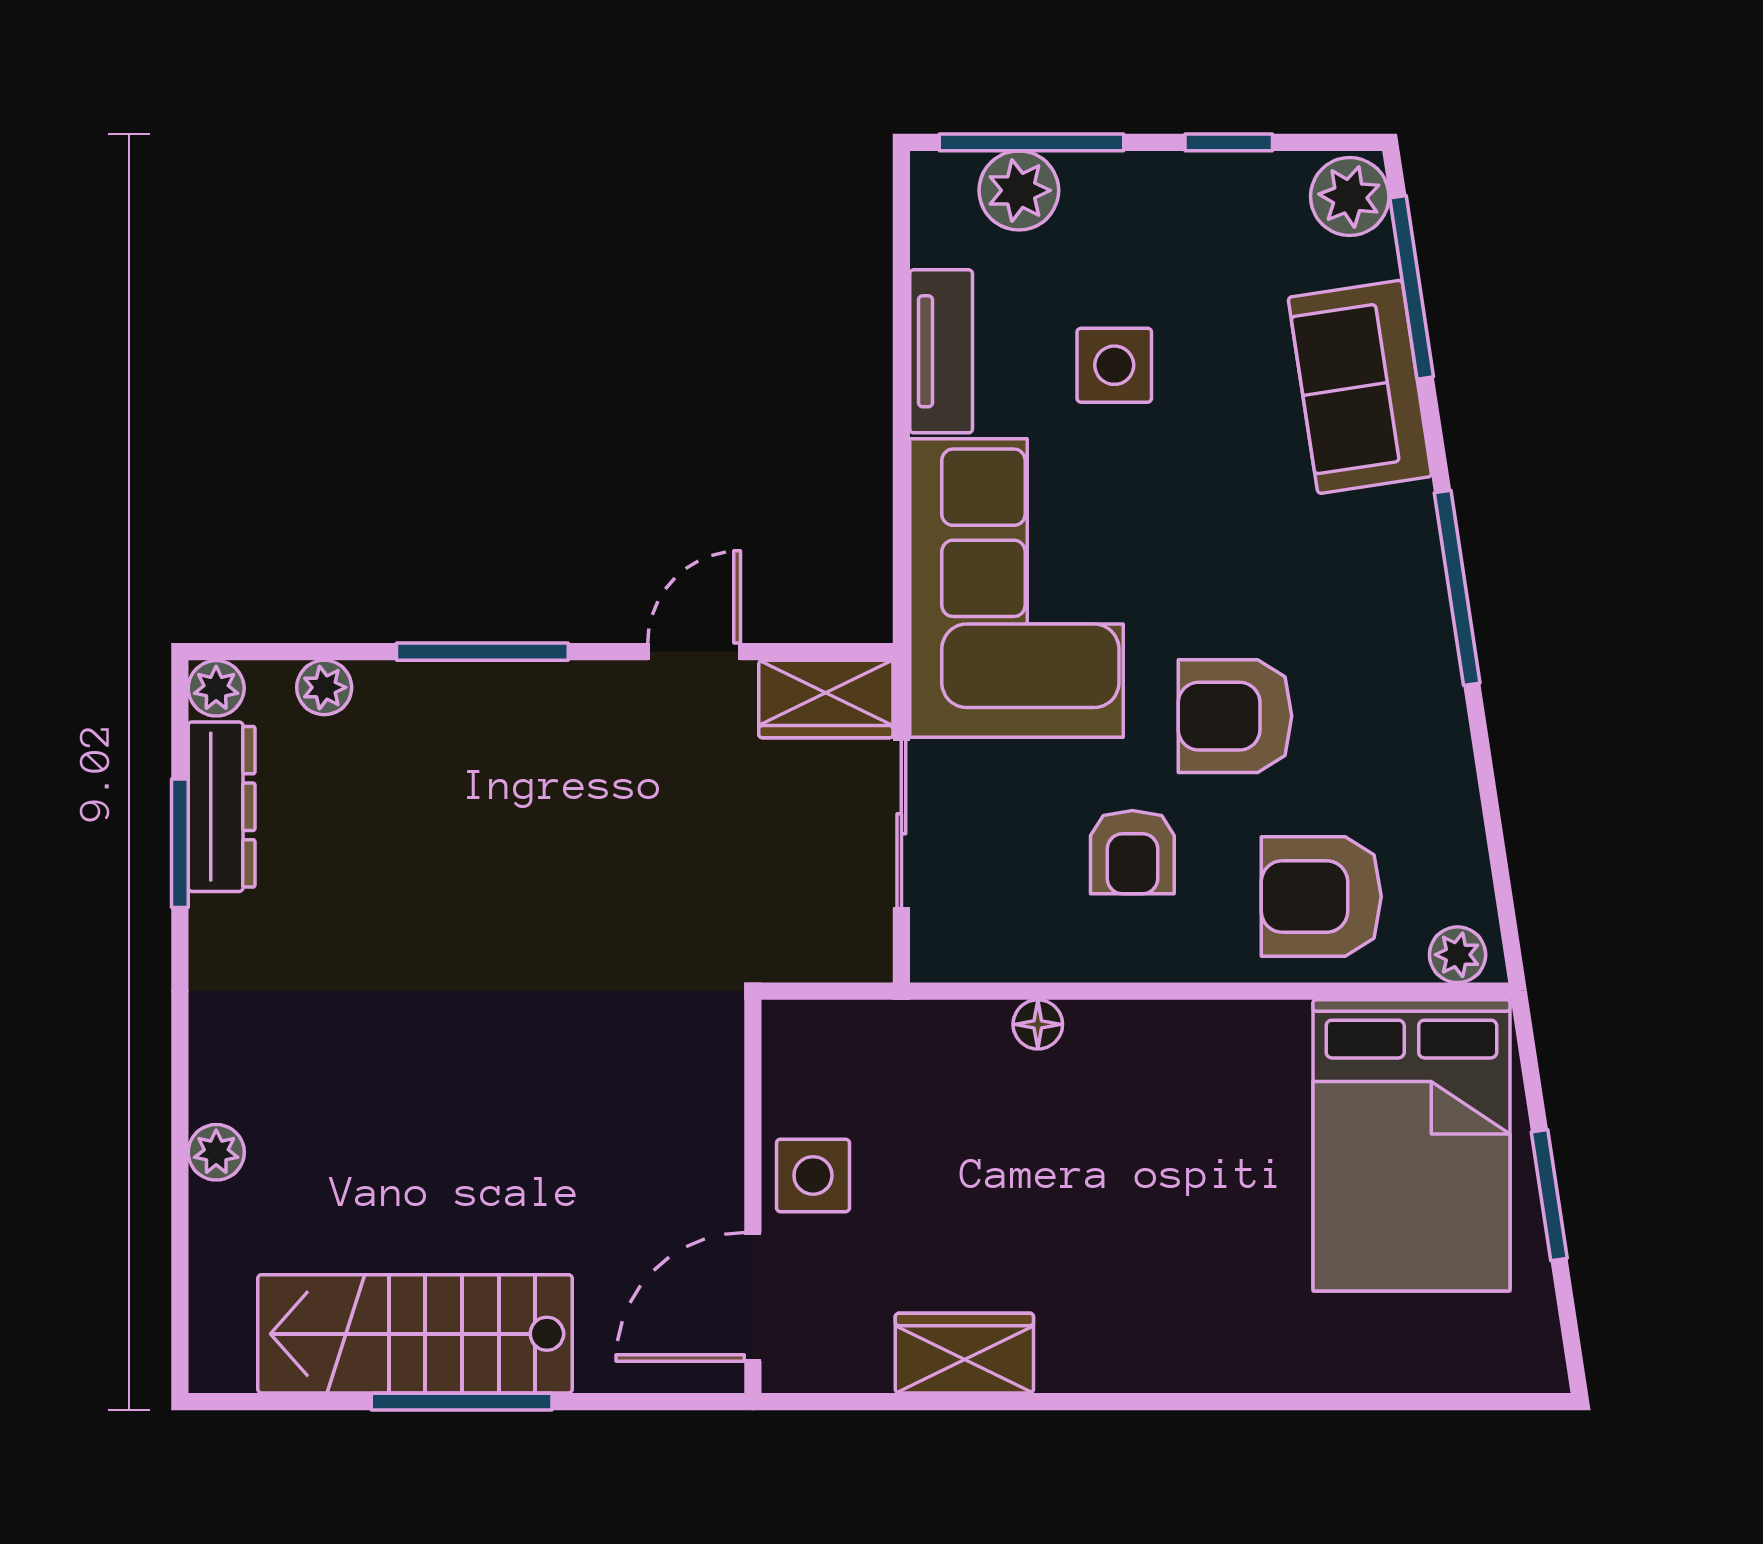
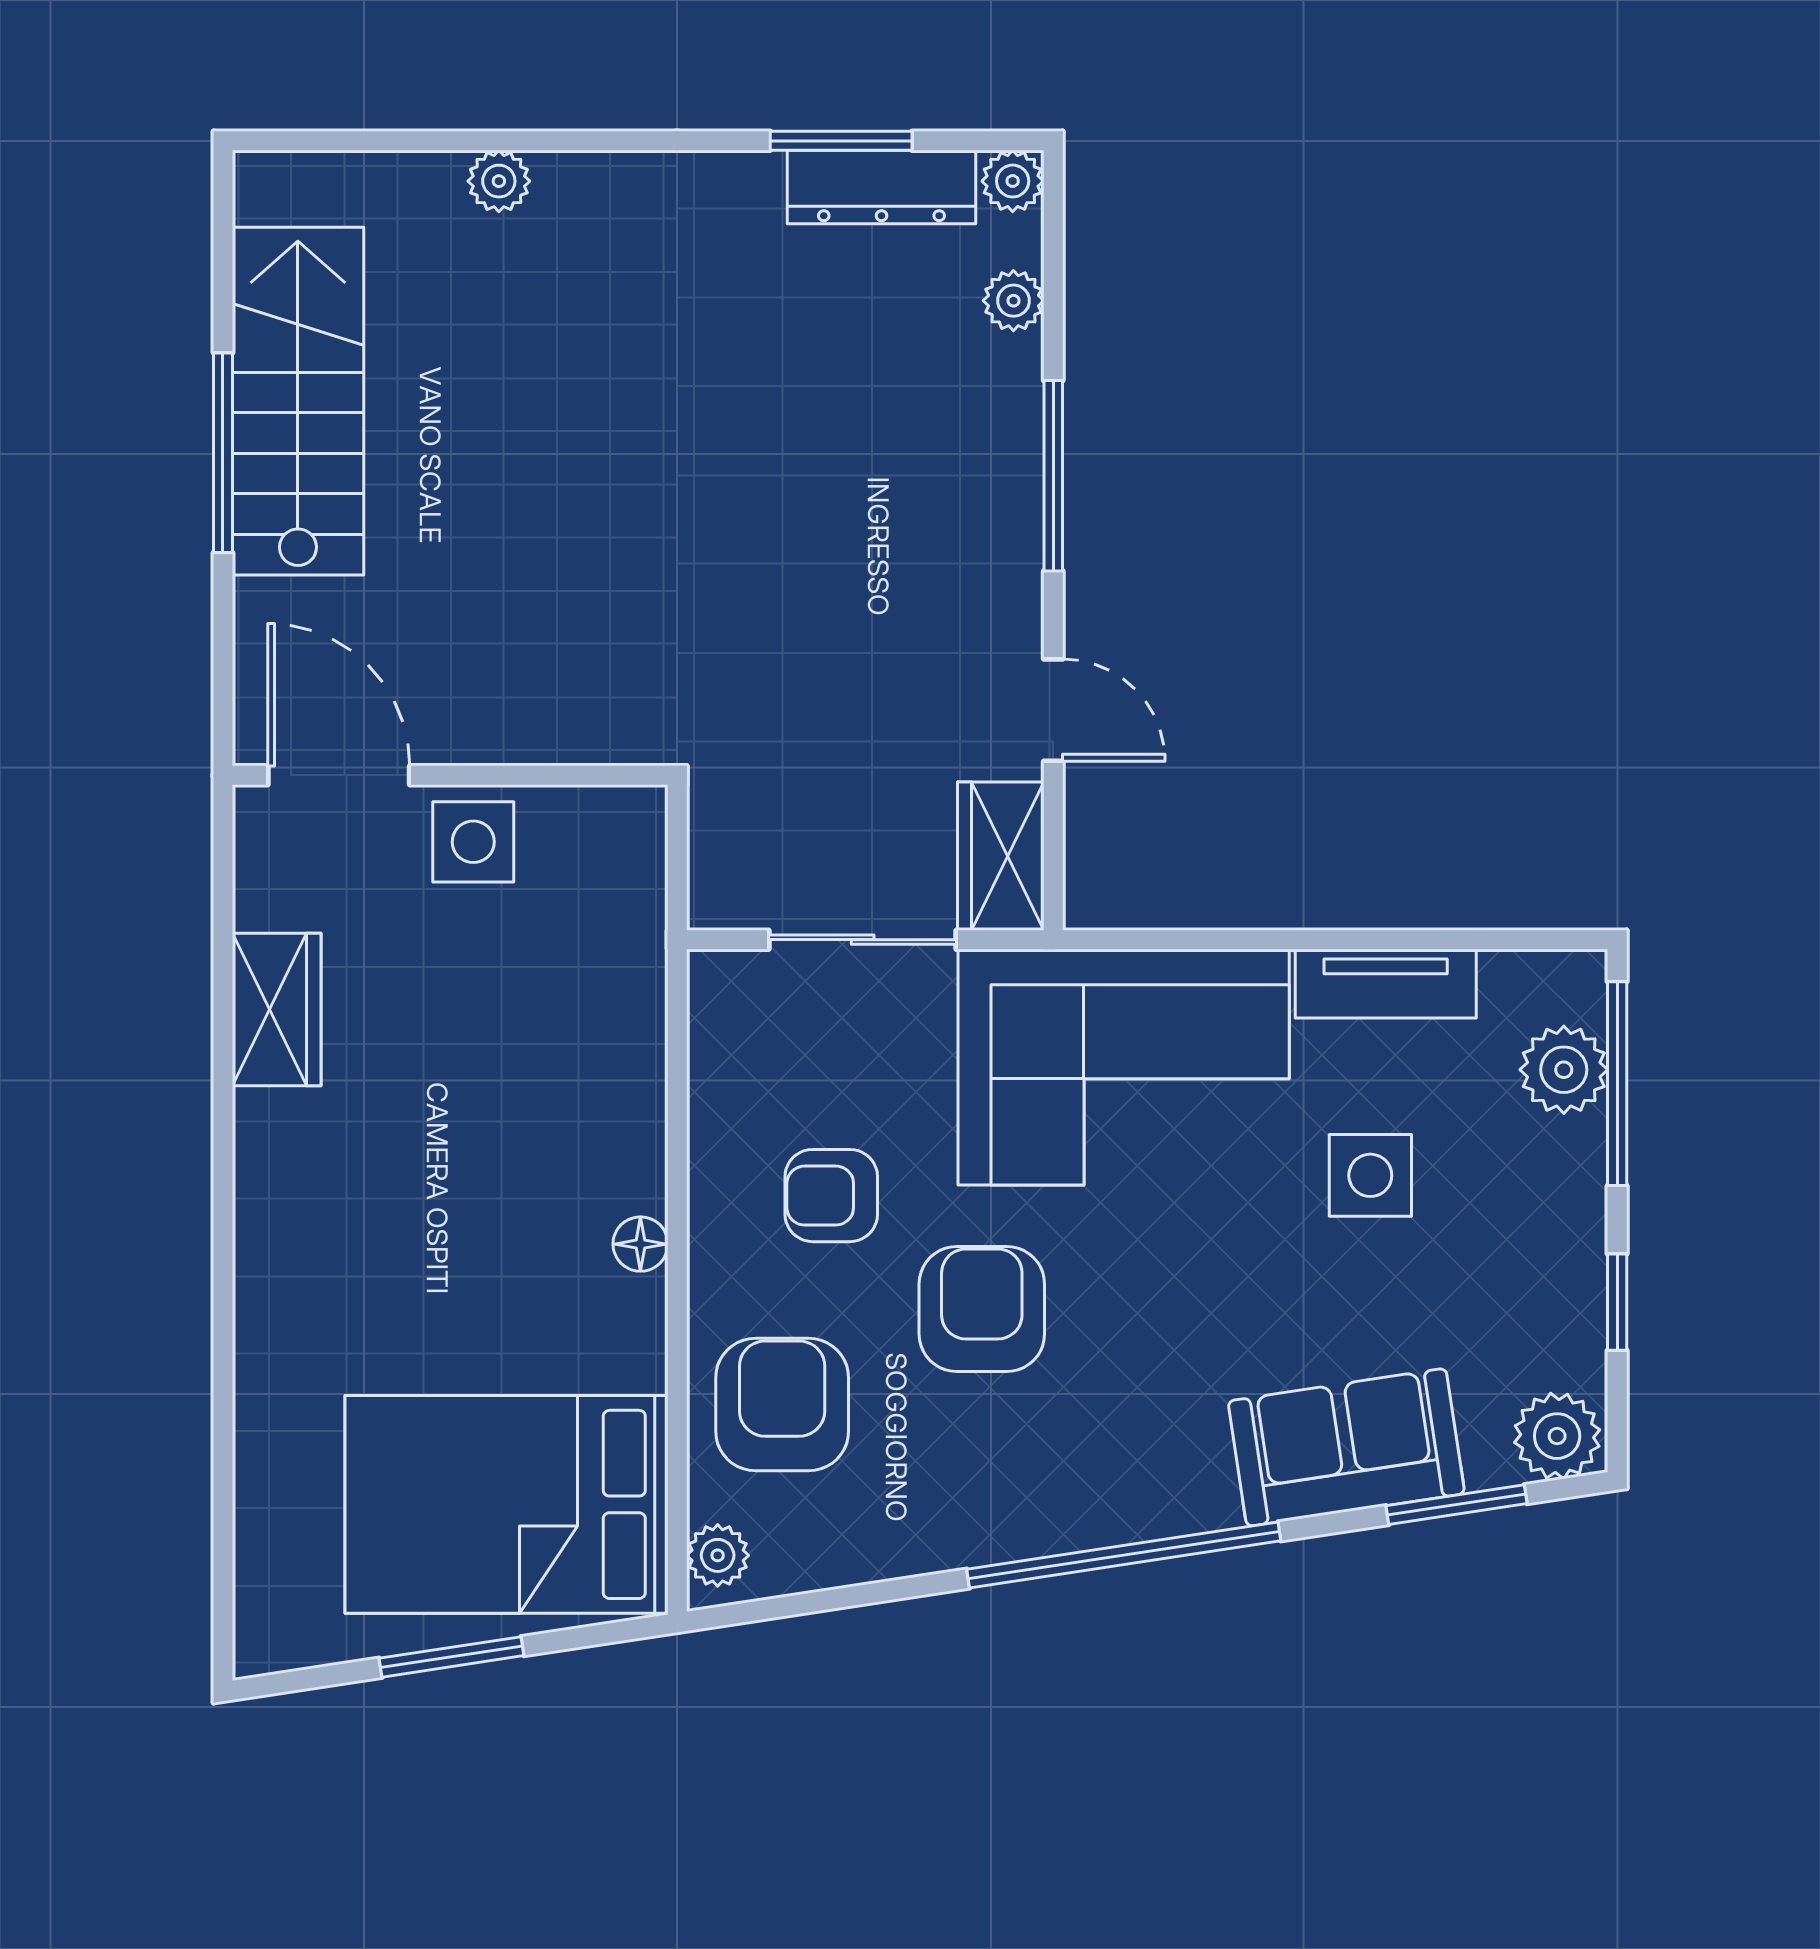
window: (1412, 287) -> (1457, 1505), width x0.69
window: (1457, 588) -> (1124, 1555), width x1.46
floor lamp: (1038, 1024) -> (640, 1244), moved

